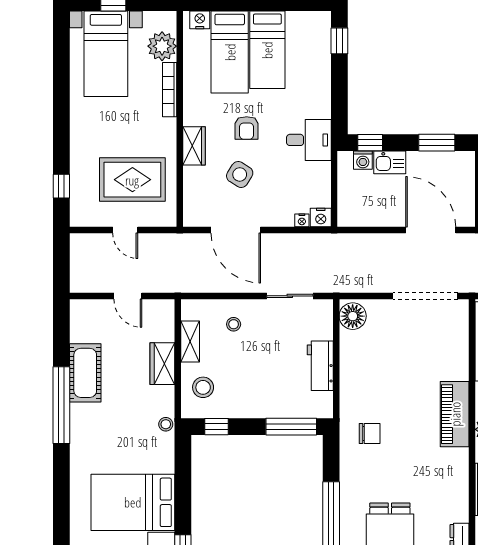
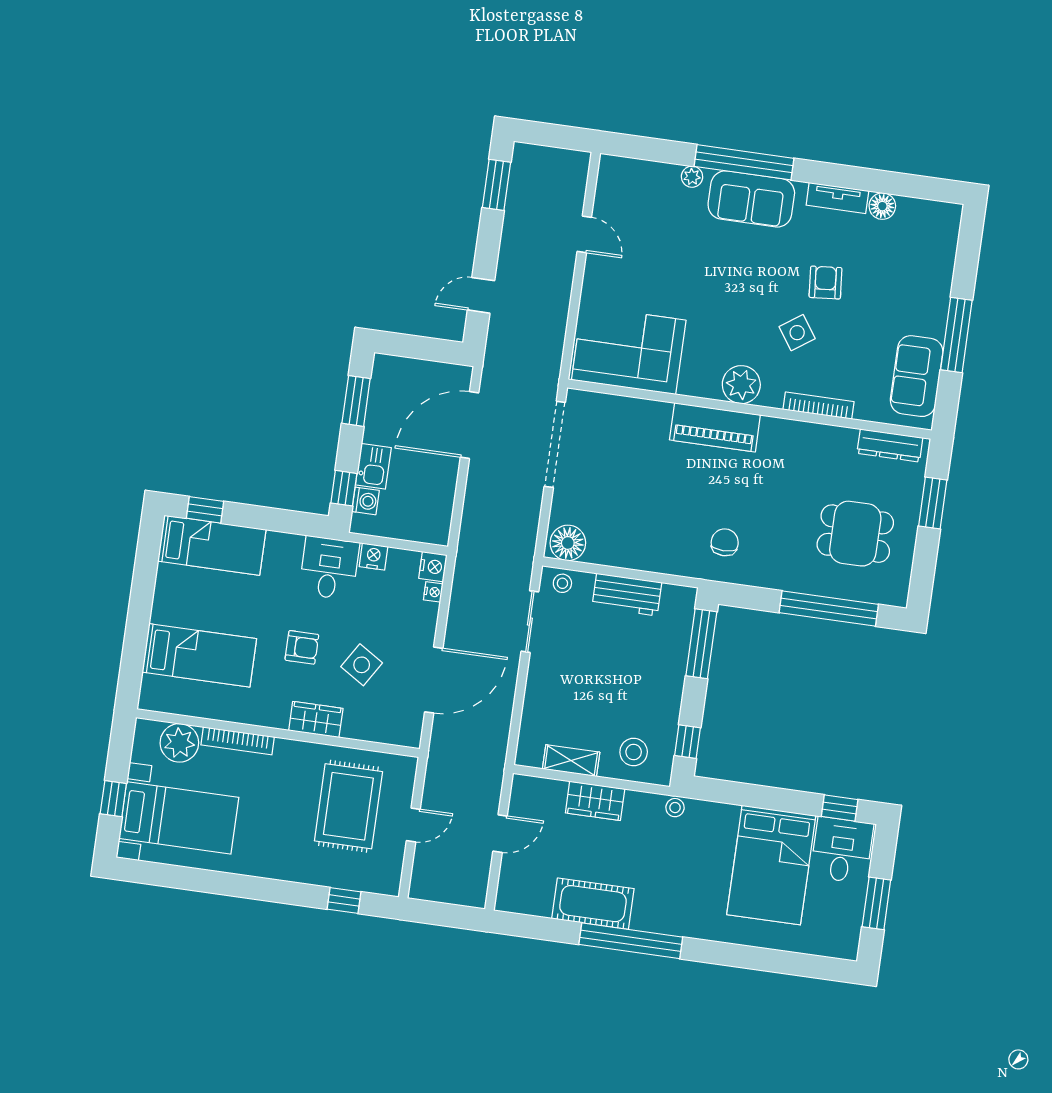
nightstand: (200, 20) -> (374, 557), moved, turned 90
bed: (267, 50) -> (212, 545), moved
stool: (234, 324) -> (562, 583), moved

